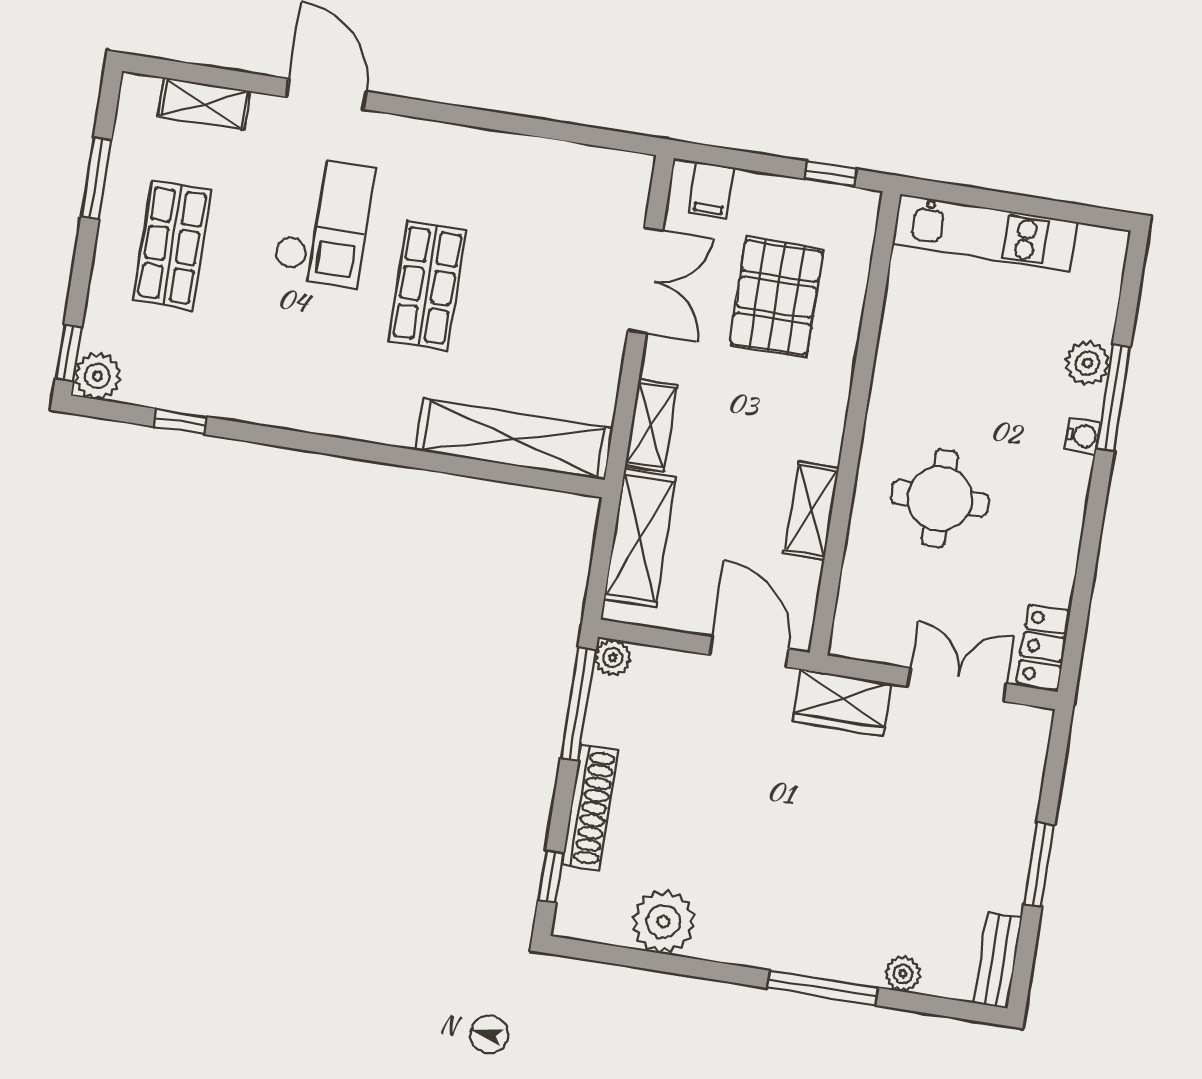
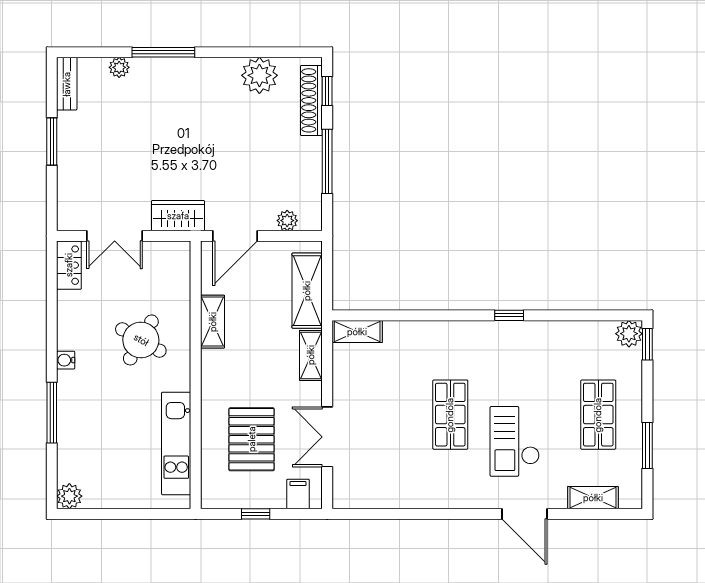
window: (830, 174) -> (256, 514), moved
kitchen unit: (985, 233) -> (176, 443), moved, turned -90
plant: (1087, 363) -> (69, 496), moved
window: (180, 422) -> (509, 315), moved
water cooler: (1083, 436) -> (66, 360), moved
shelving: (514, 439) -> (357, 332), width x0.45, depth x0.75
round table: (940, 498) -> (141, 340), turned 30
door: (749, 652) -> (235, 236), hinge flipped
plant: (613, 658) -> (287, 221), moved
window: (578, 704) -> (327, 161), moved
shoe rack: (590, 807) -> (311, 100), moved

